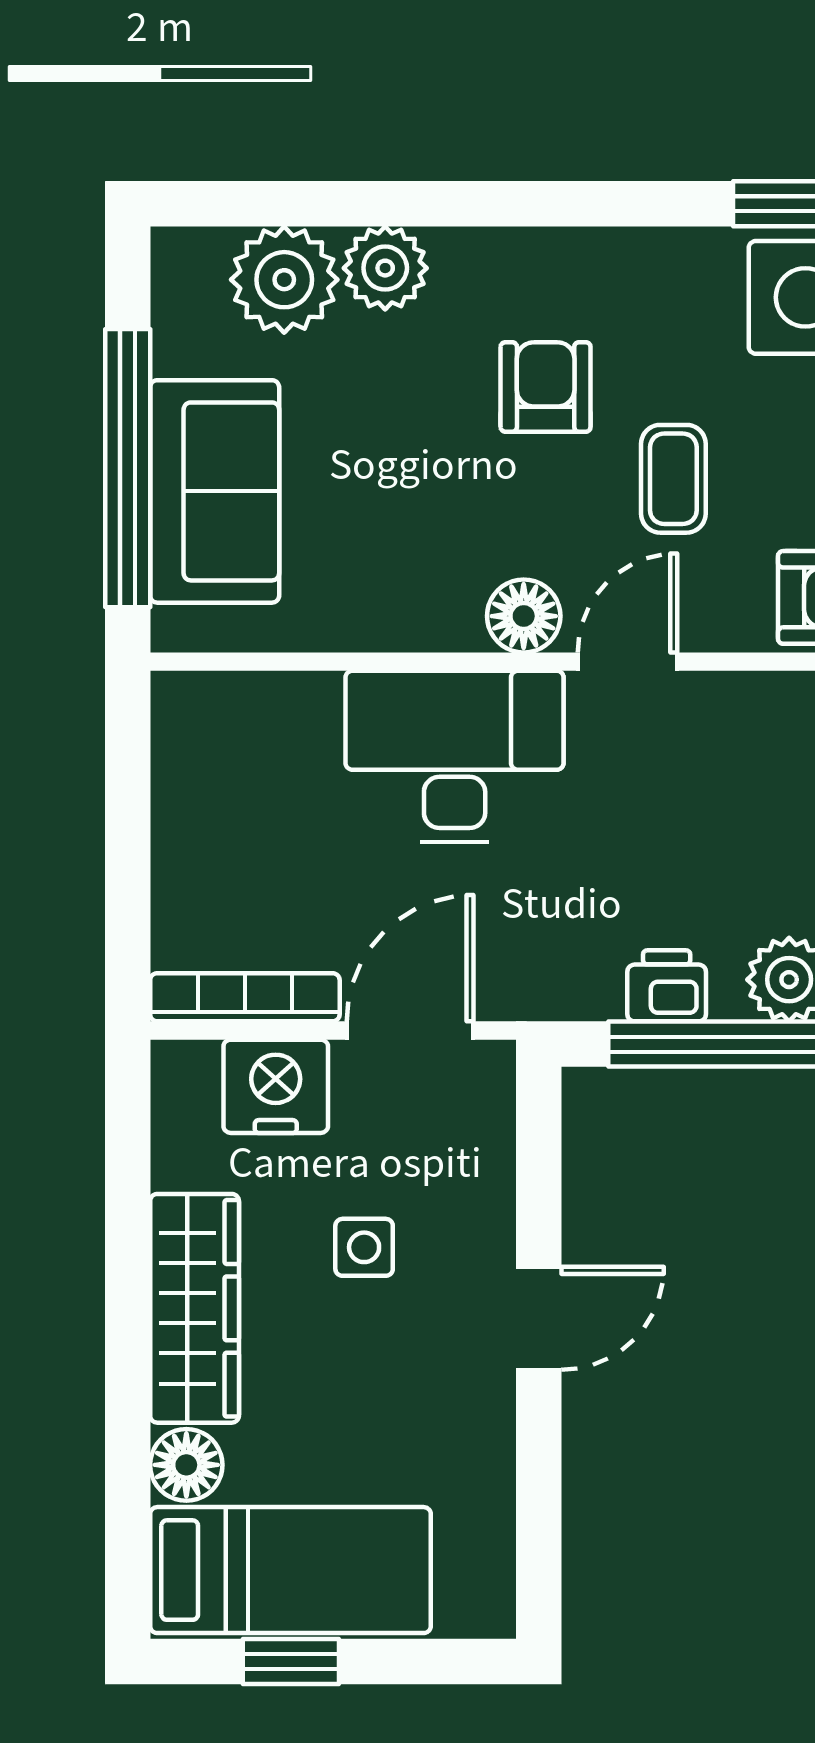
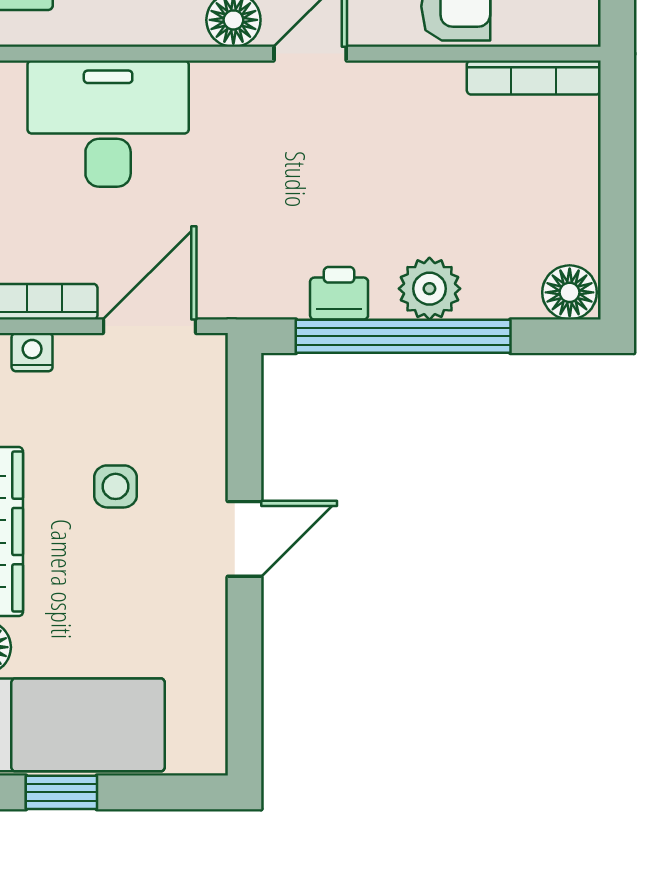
desk: (455, 756) -> (108, 124), moved
nightstand: (276, 1086) -> (32, 352), width x0.53, depth x0.56

